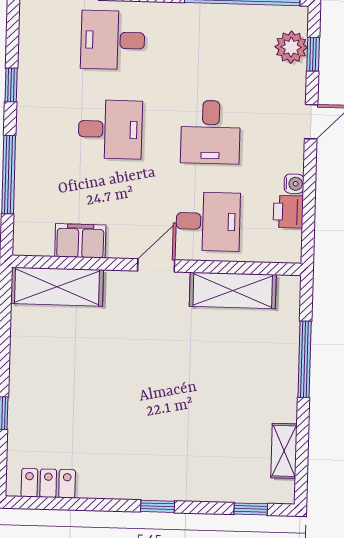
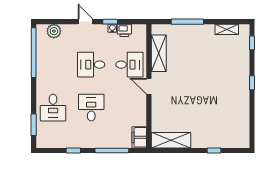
window: (313, 54) -> (110, 22), moved
desk: (211, 132) -> (91, 65), turned 180
desk: (208, 221) -> (129, 65), turned 90
filing cabinet: (80, 241) -> (139, 137), moved
shelving: (57, 287) -> (171, 140), moved, turned 90
locker: (48, 483) -> (243, 130), removed

